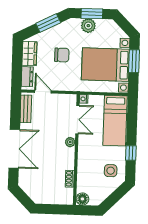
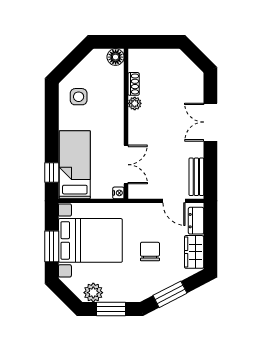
plant: (88, 26) -> (93, 293), moved
chair: (62, 55) -> (150, 252), turned 90
double door: (77, 120) -> (126, 165), swing flipped
plant: (70, 142) -> (135, 103), moved
double door: (14, 149) -> (210, 122), width x0.73
window: (131, 153) -> (52, 172), moved

